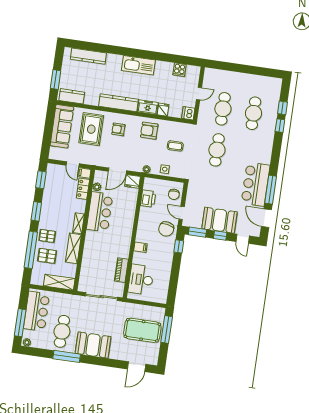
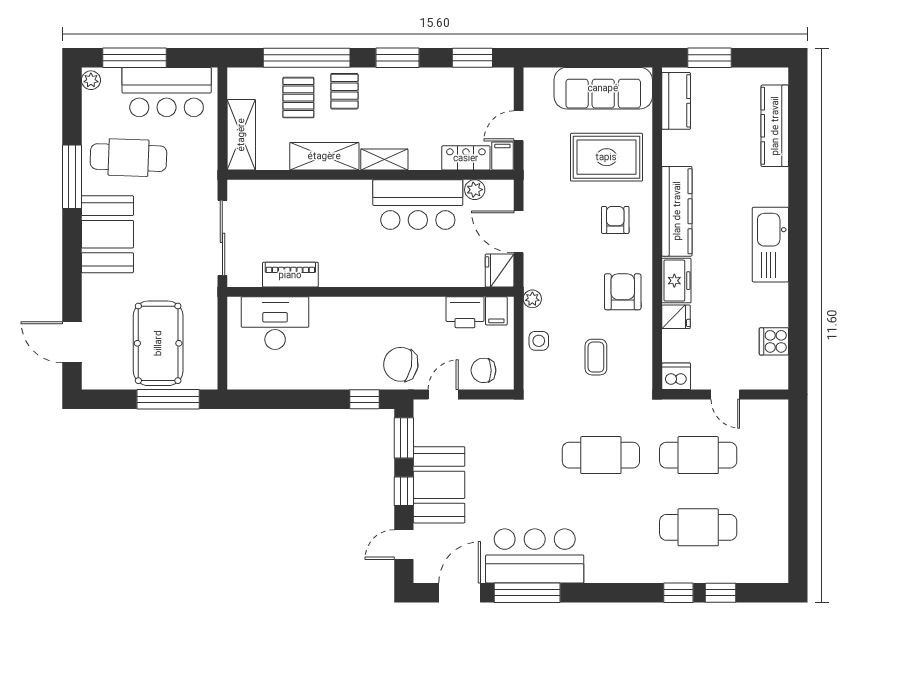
filing cabinet: (140, 247) -> (496, 311), moved

